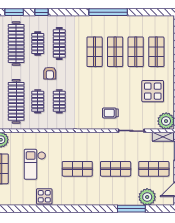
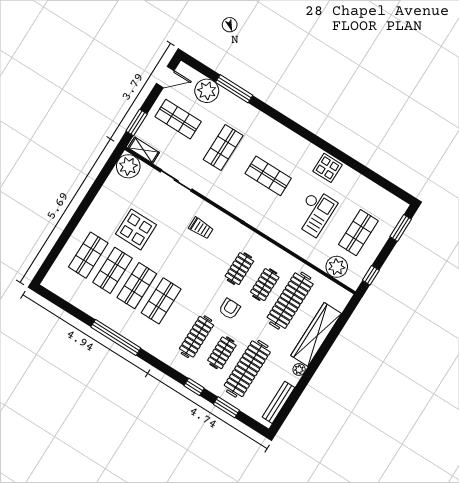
display table: (153, 91) -> (136, 229), moved
trolley: (110, 113) -> (201, 228), moved
shop shelf: (116, 169) -> (223, 148), turned 90

